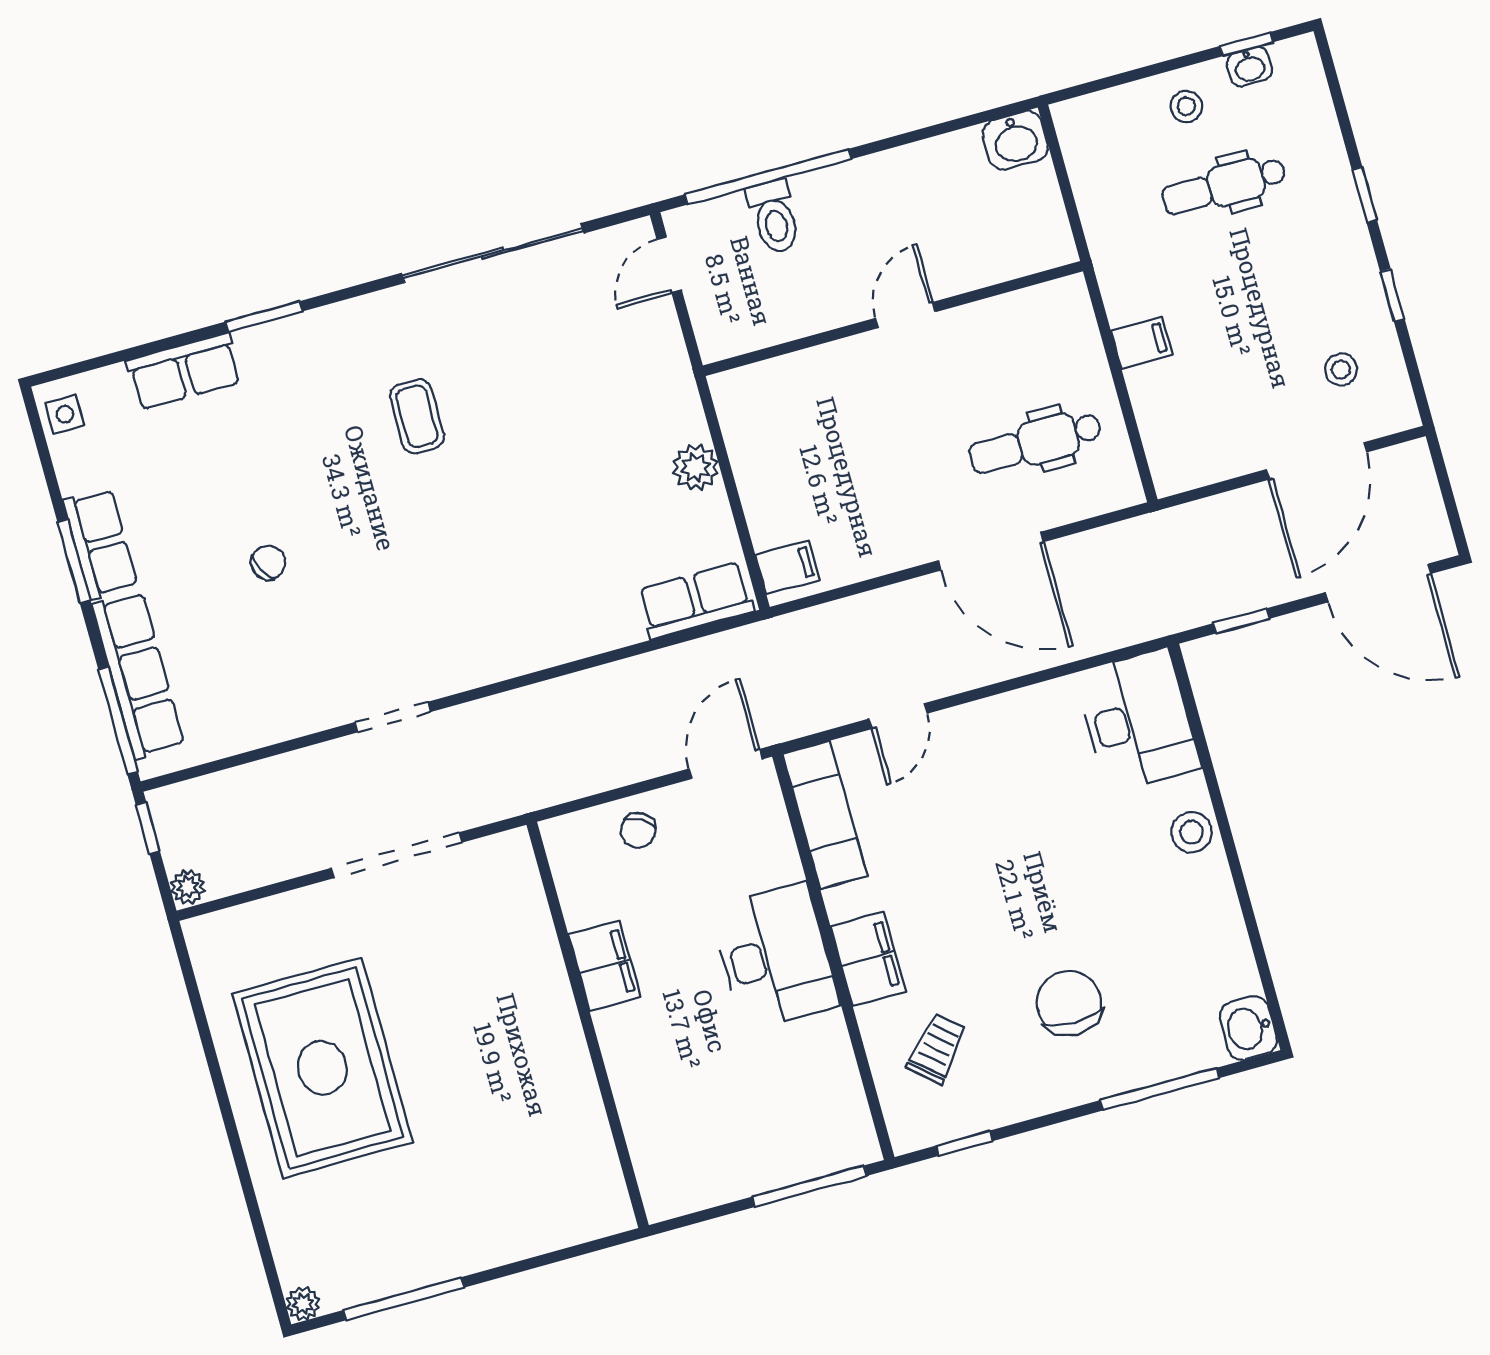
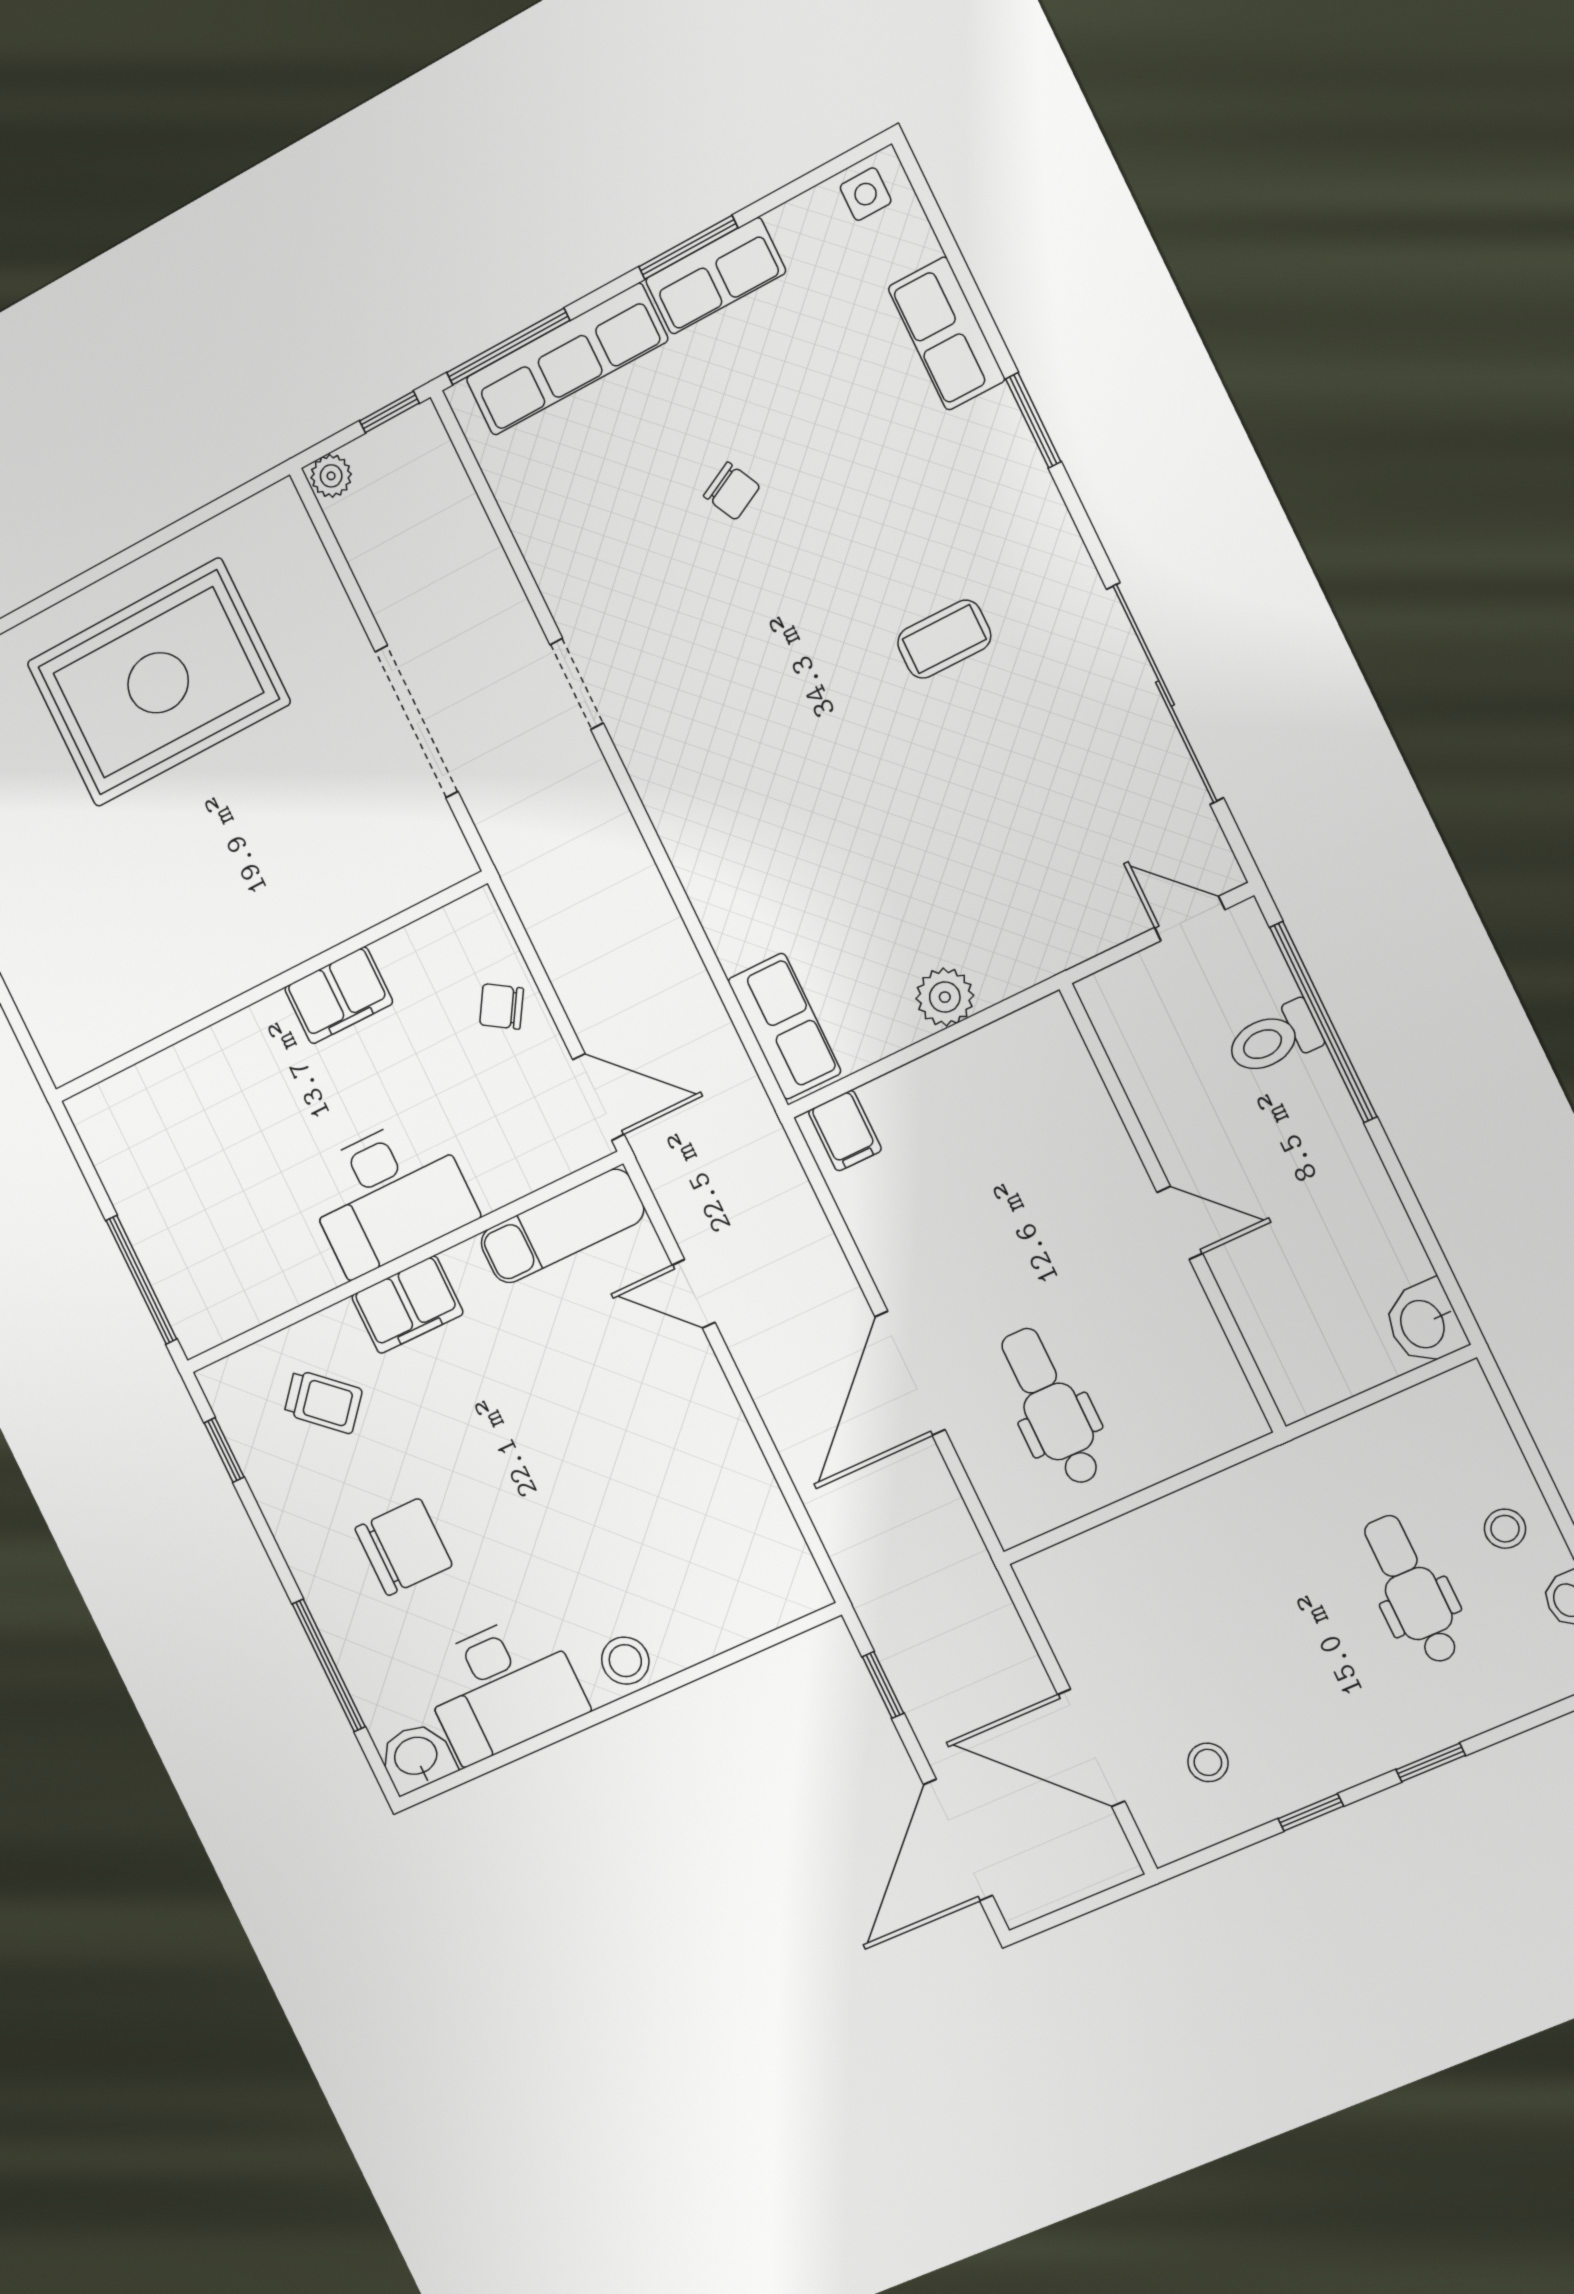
filing cabinet: (1142, 343) -> (1197, 1517), removed
desk: (1138, 720) -> (502, 1687), moved

